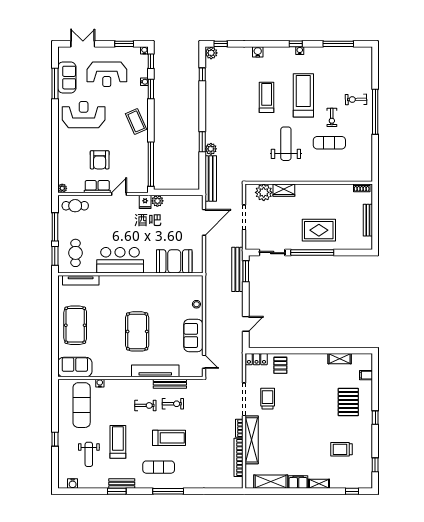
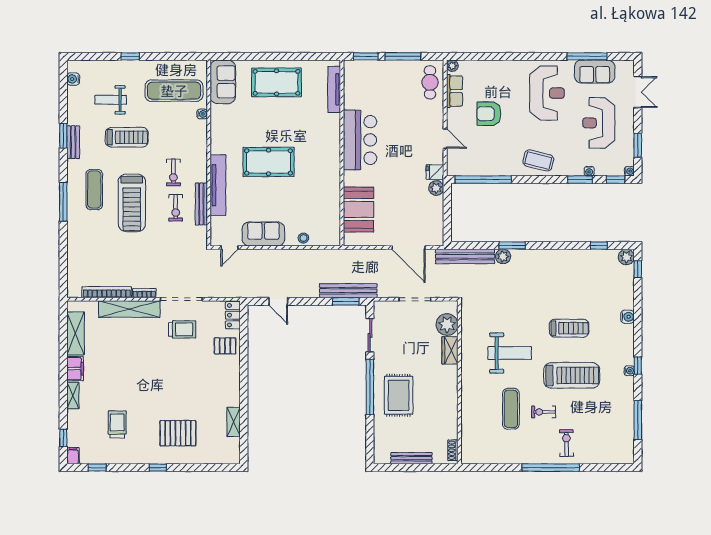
coffee table: (136, 121) -> (538, 160), turned 38
row of seats: (97, 187) -> (454, 91), moved
cafe table: (76, 253) -> (369, 83), removed
filing cabinet: (366, 375) -> (73, 456), moved
treadmill: (169, 438) -> (132, 203), width x1.37, depth x1.38

